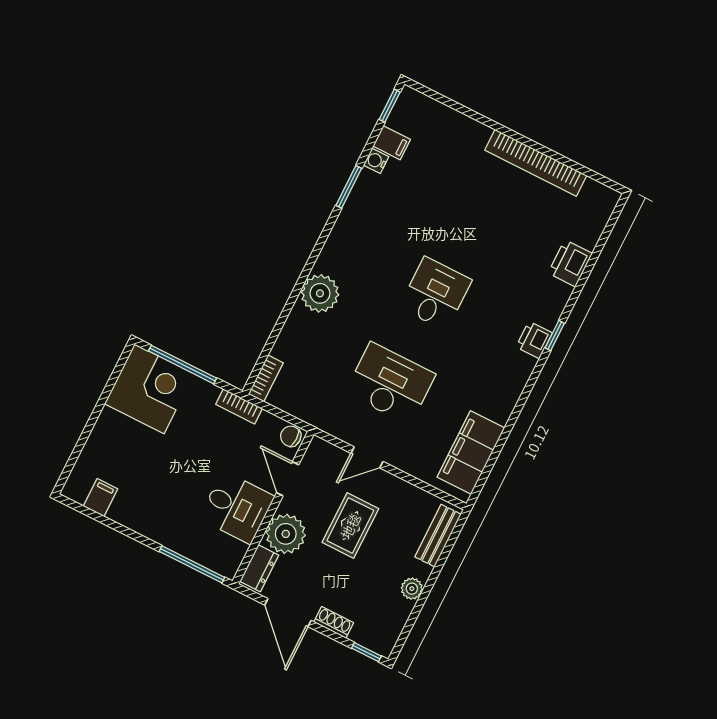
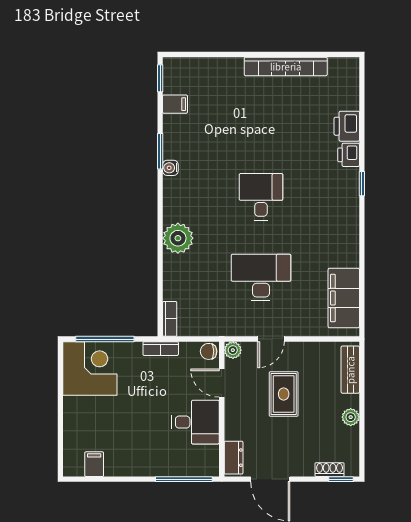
water cooler: (376, 161) -> (170, 168), moved
printer: (534, 340) -> (349, 155), moved
plant: (286, 534) -> (233, 350), moved, width x0.53, depth x0.53
shoe rack: (334, 622) -> (330, 470), moved

